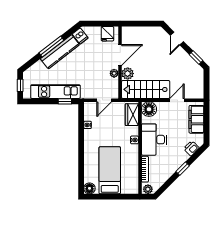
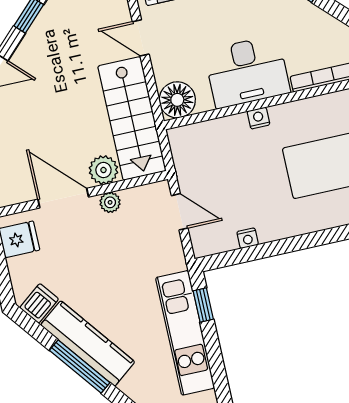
wardrobe: (132, 115) -> (199, 138), removed

